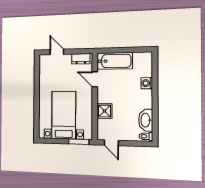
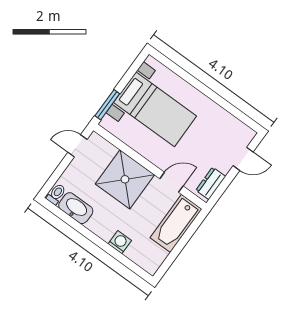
shower: (104, 111) -> (125, 179), width x1.86, depth x1.86

